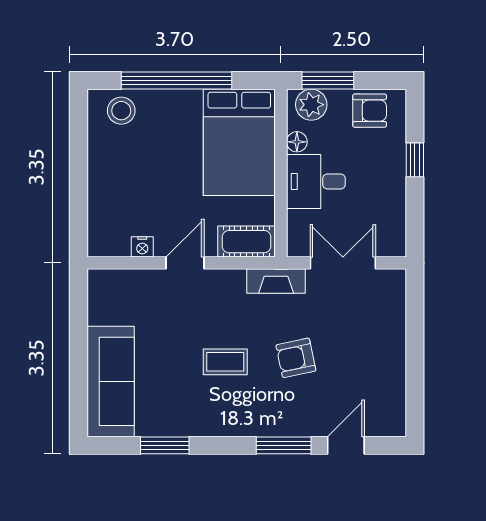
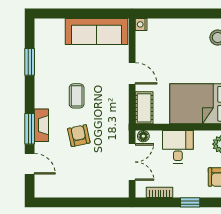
floor lamp: (297, 142) -> (143, 136), moved
bookcase: (397, 214) -> (159, 192), added
nightstand: (142, 247) -> (141, 24), moved
fireplace: (276, 281) -> (41, 125), moved, turned 180
sofa: (111, 381) -> (97, 32), moved

